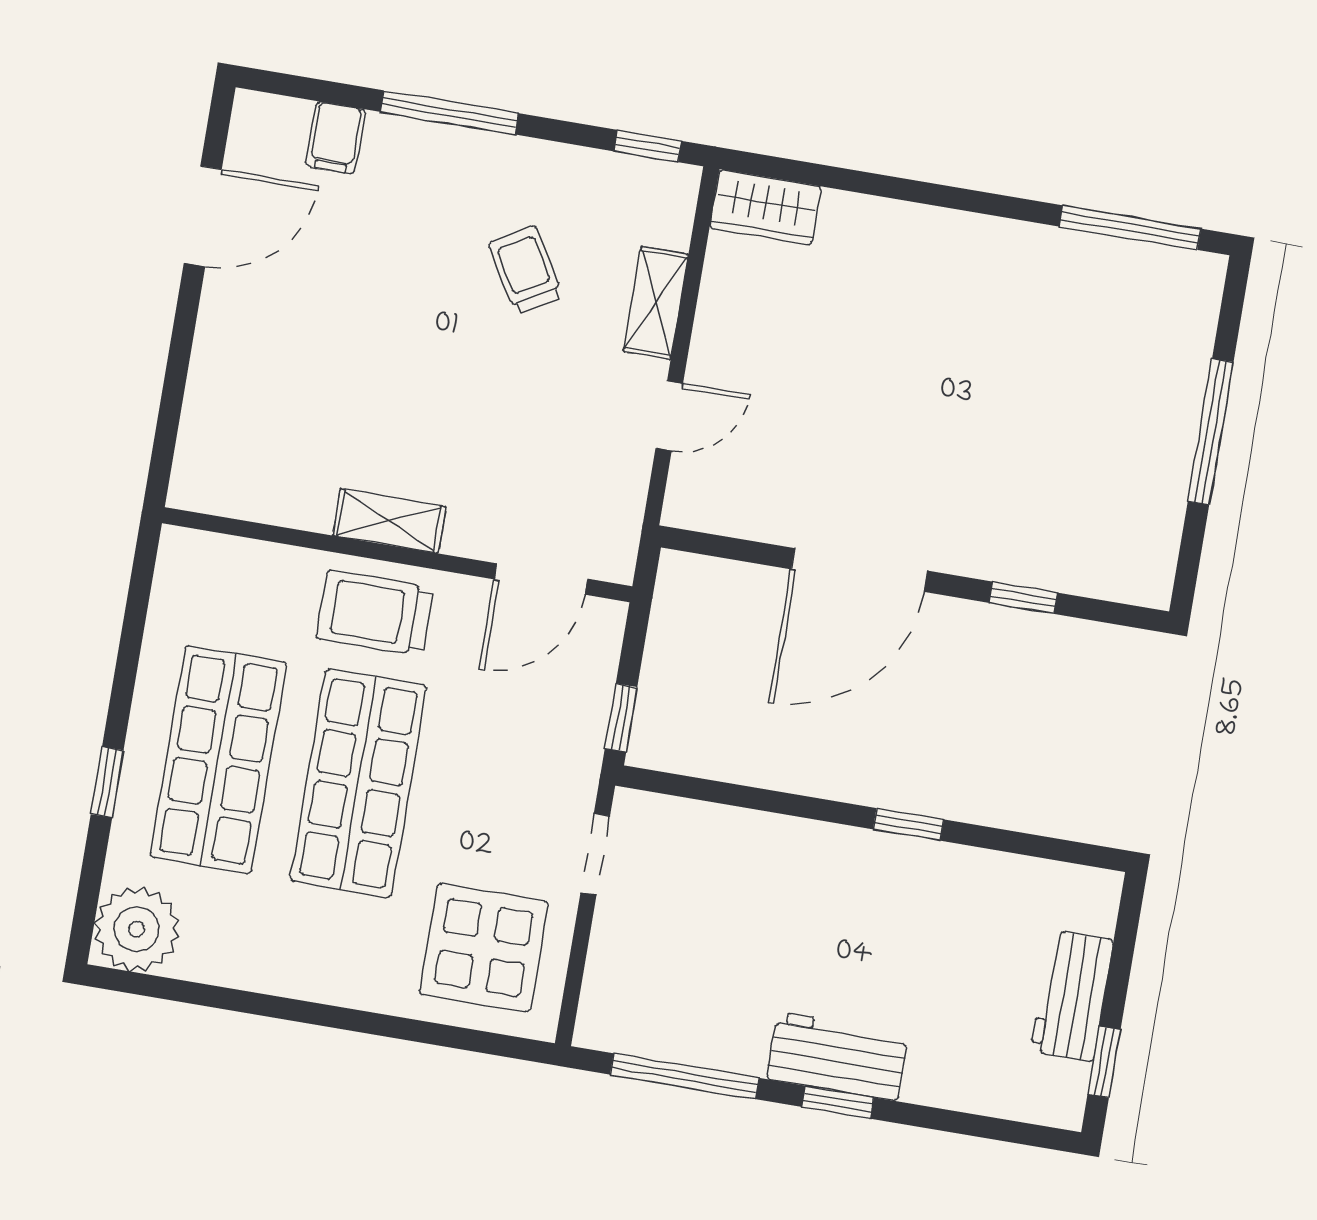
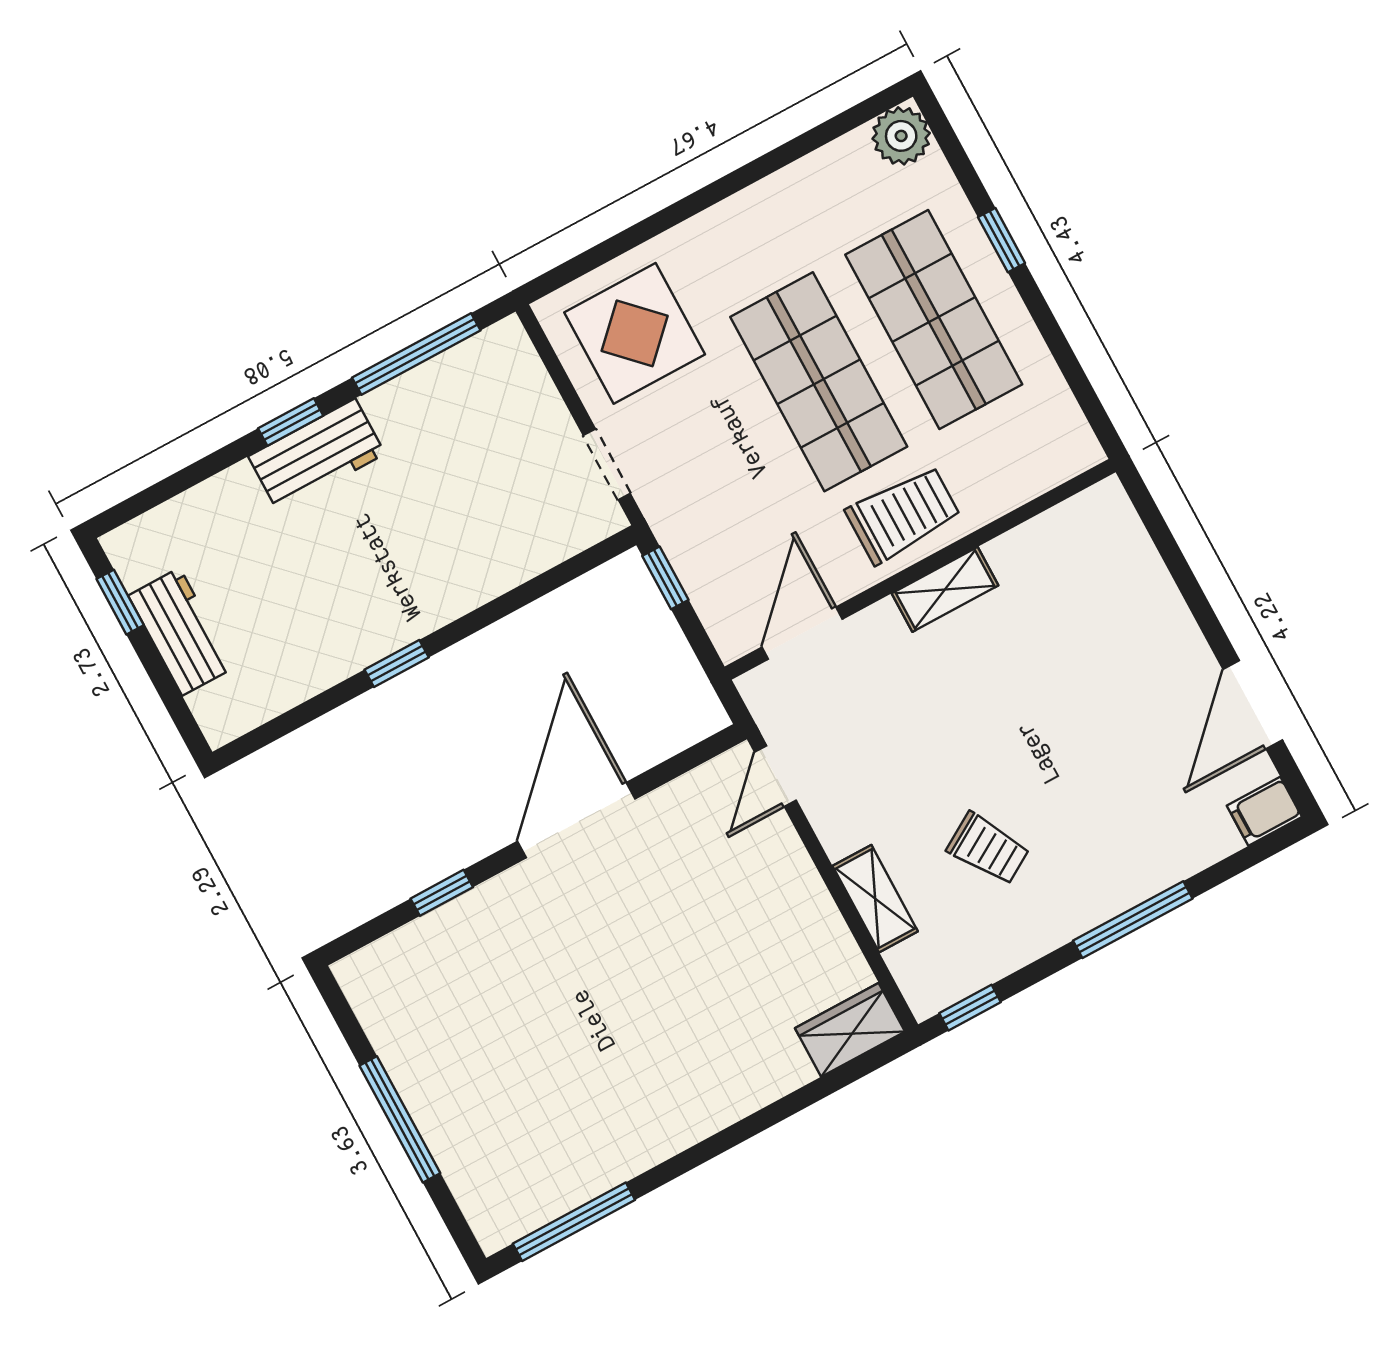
filing cabinet: (335, 138) -> (1264, 811), moved, turned -90
door: (669, 416) -> (775, 776), moved
plant: (137, 929) -> (901, 136), width x0.73, depth x0.73

